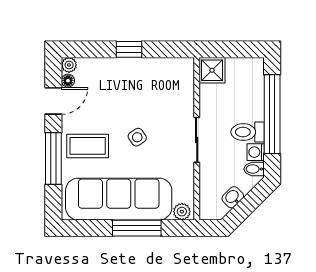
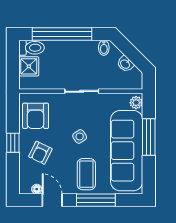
plant: (69, 65) -> (25, 188), removed
shower: (212, 70) -> (29, 66), moved
armchair: (164, 79) -> (36, 116), added
armchair: (116, 85) -> (40, 153), added
toilet: (248, 132) -> (32, 48), moved, turned -90
washing machine: (256, 152) -> (91, 46), removed

